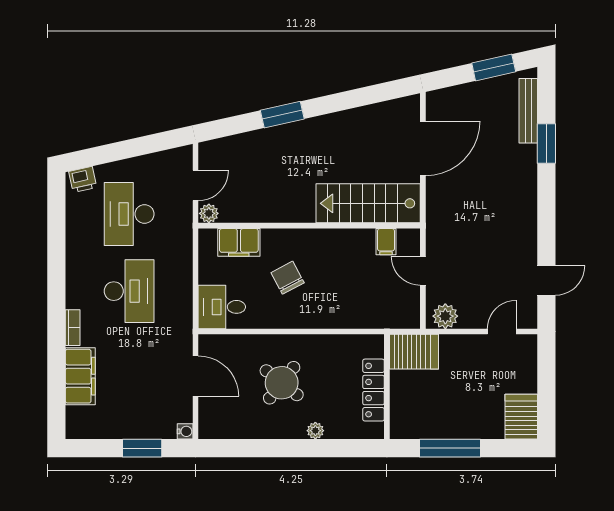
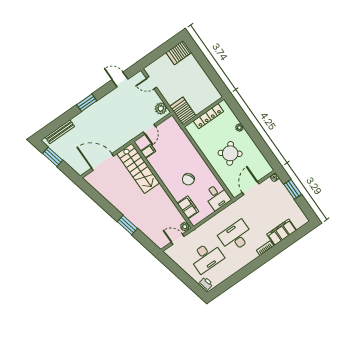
window: (546, 143) -> (87, 103), moved
window: (450, 448) -> (210, 71), removed

